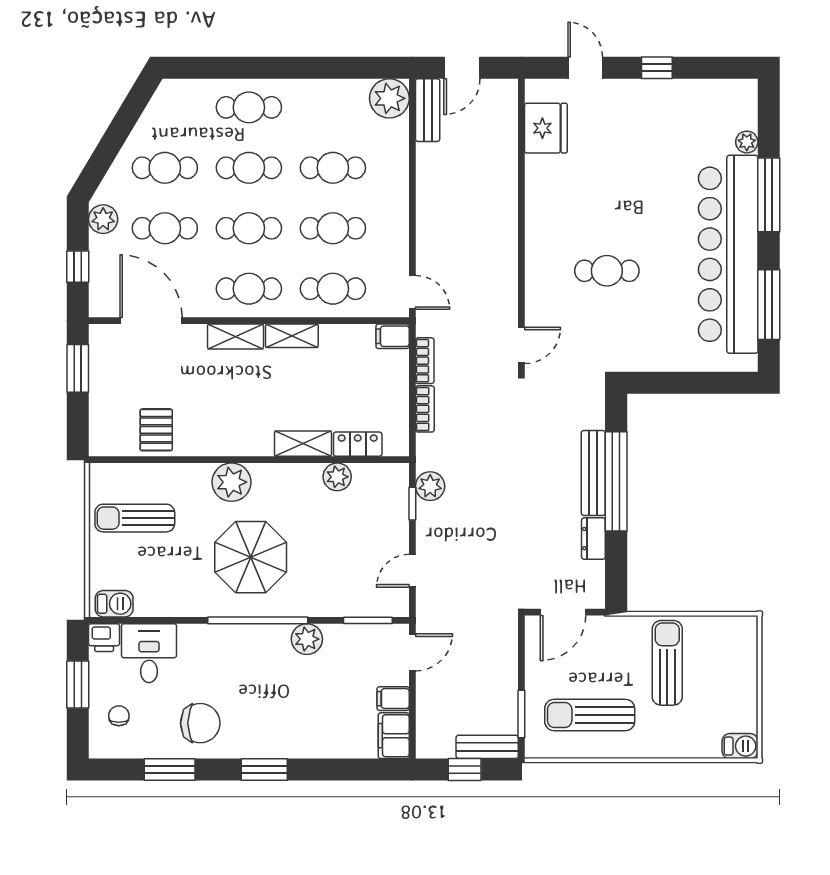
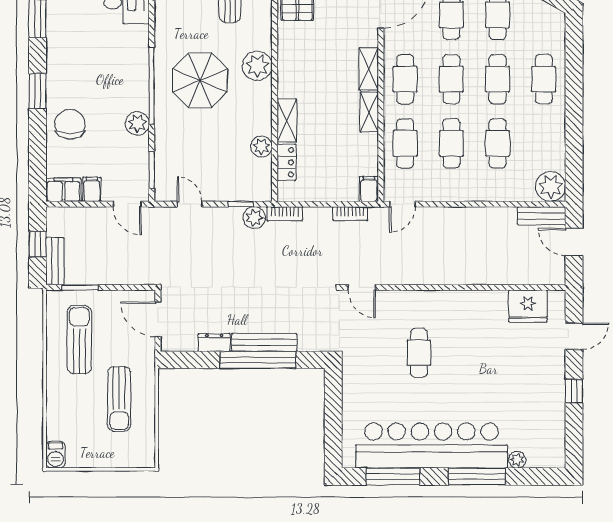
bookcase: (425, 409) -> (285, 214), moved
sun lounger: (667, 663) -> (119, 399), turned 90
chair: (200, 723) -> (70, 124), moved, turned 180

